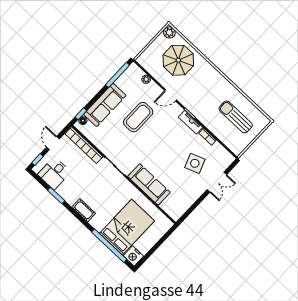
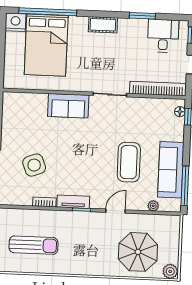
sofa: (105, 105) -> (171, 170), moved
sofa: (149, 184) -> (68, 106), width x0.73

